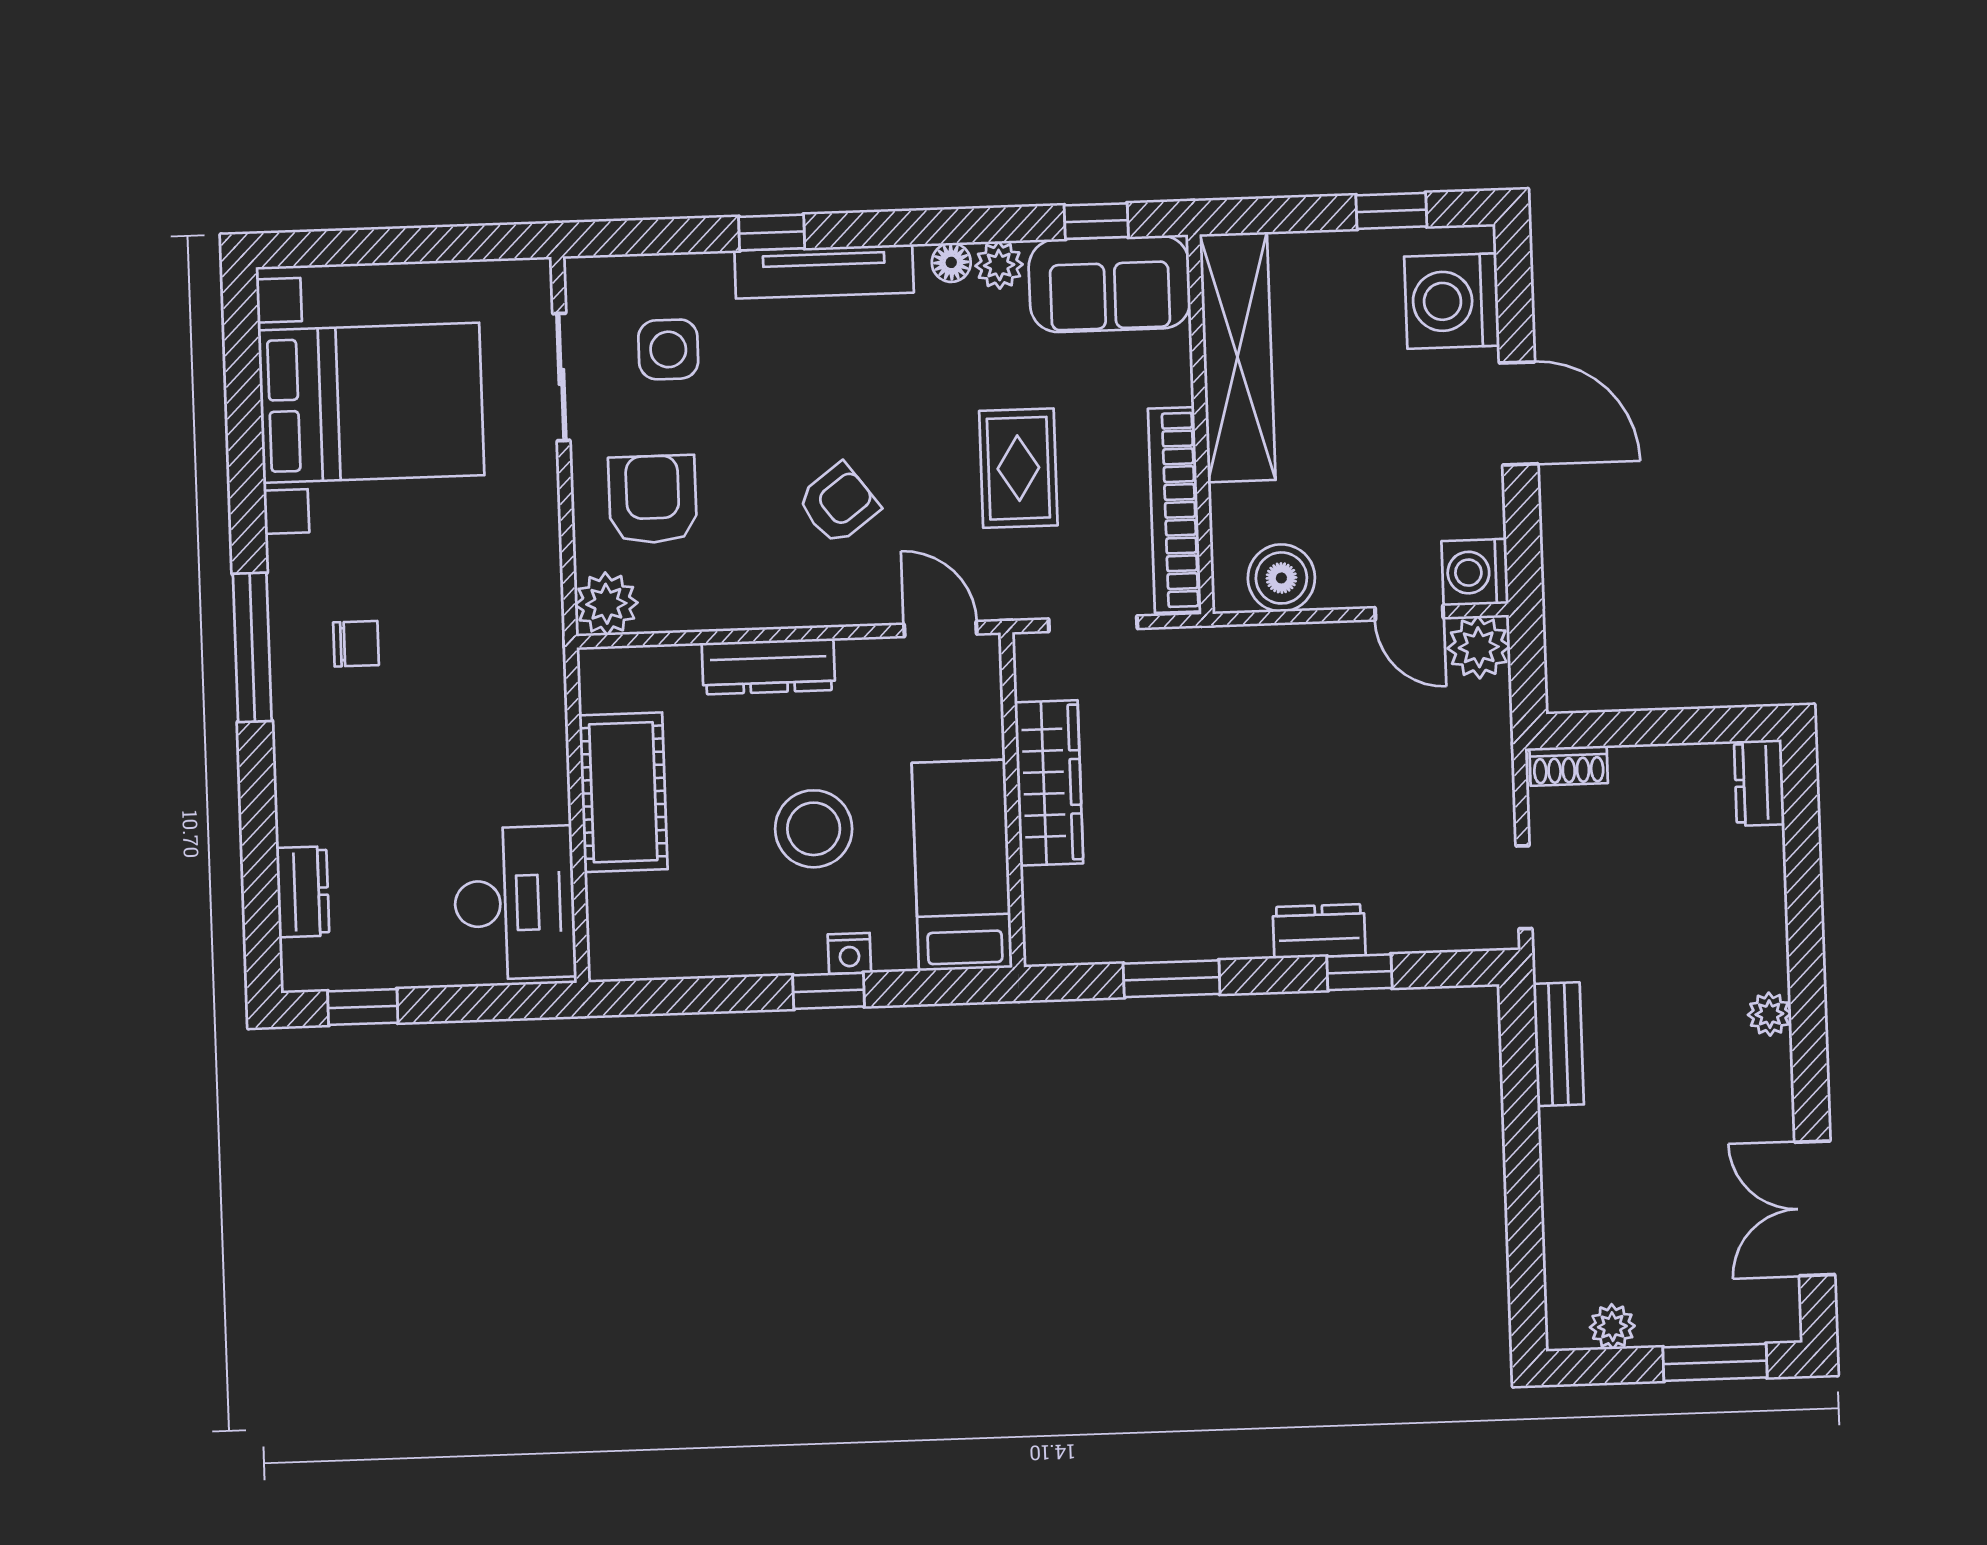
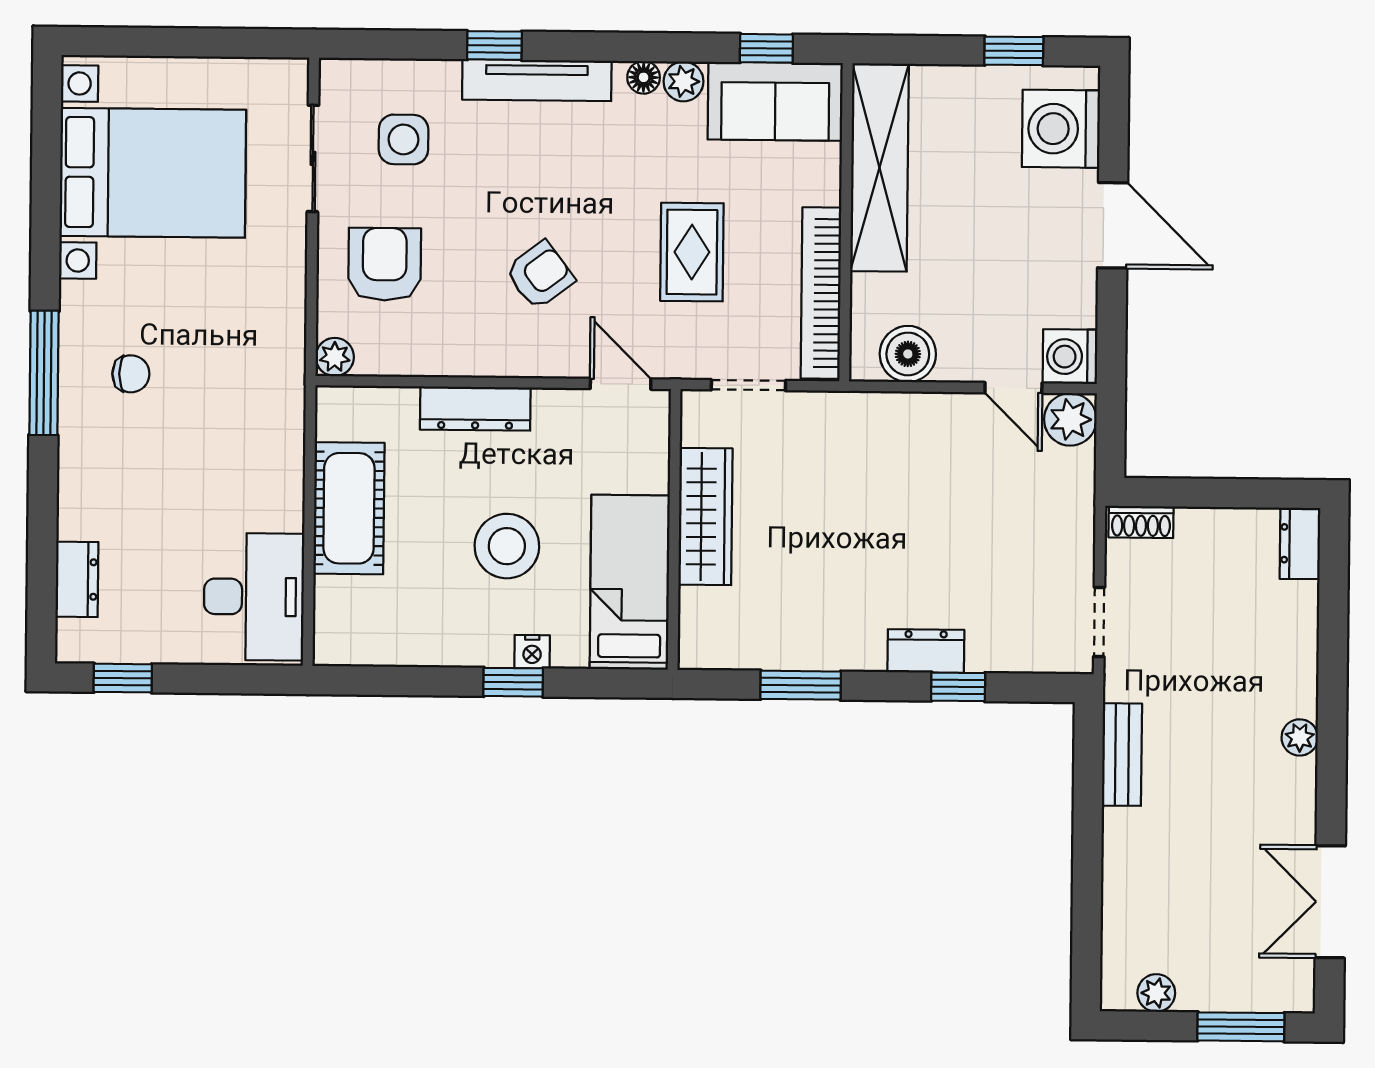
plant: (606, 604) -> (335, 357), width x0.73, depth x0.73

